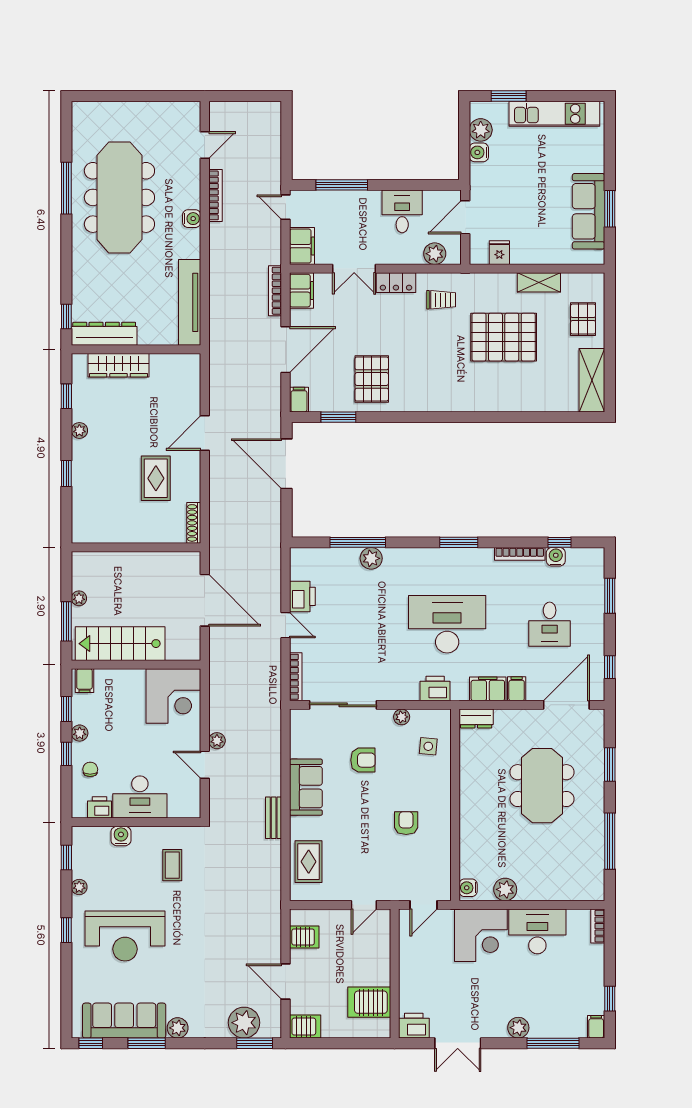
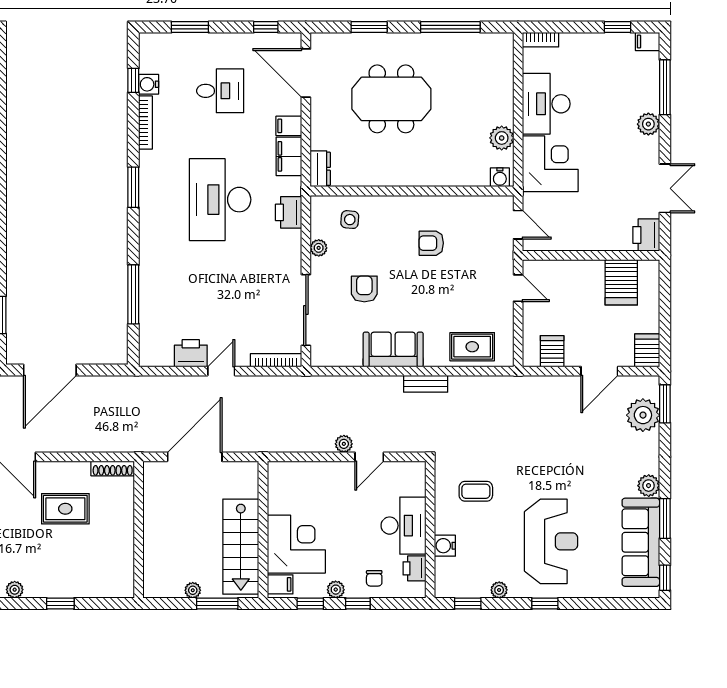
plant: (371, 558) -> (150, 280), removed
corner desk: (173, 696) -> (296, 544), moved
chair: (90, 769) -> (374, 578), turned -90

